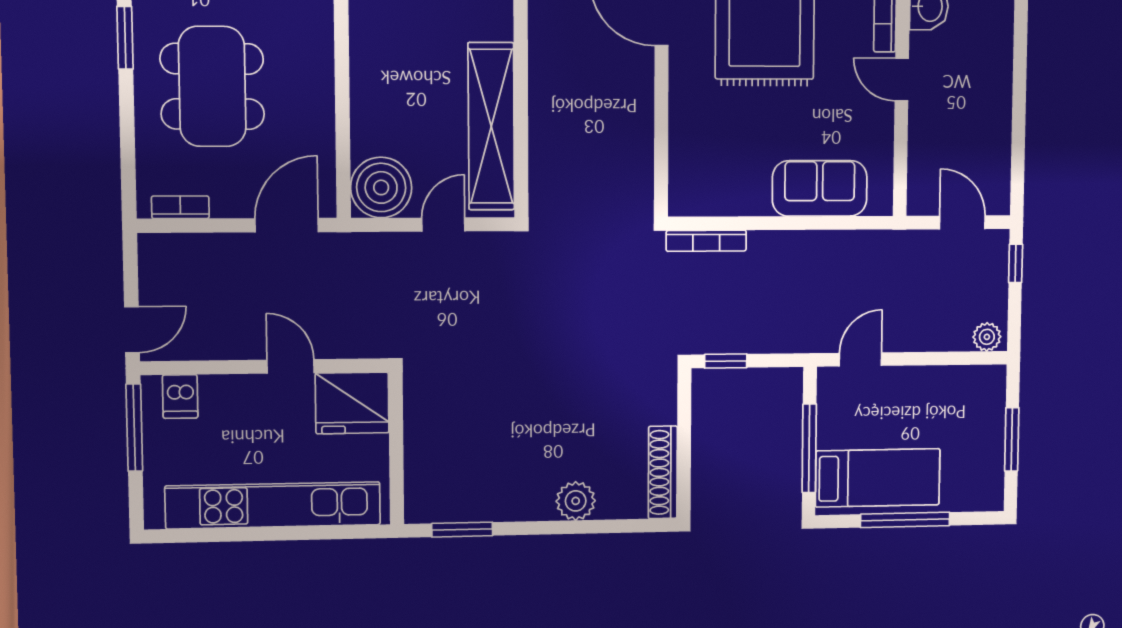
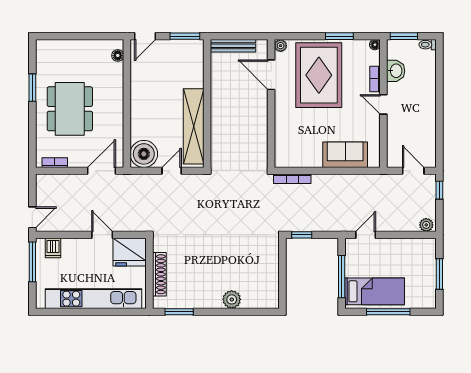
shoe rack: (663, 472) -> (159, 274), moved, turned 180

